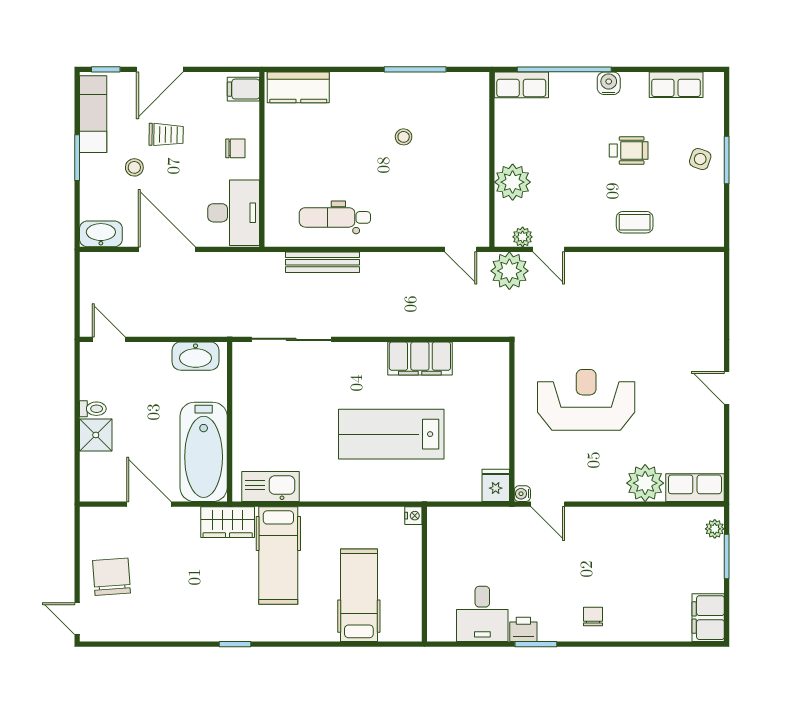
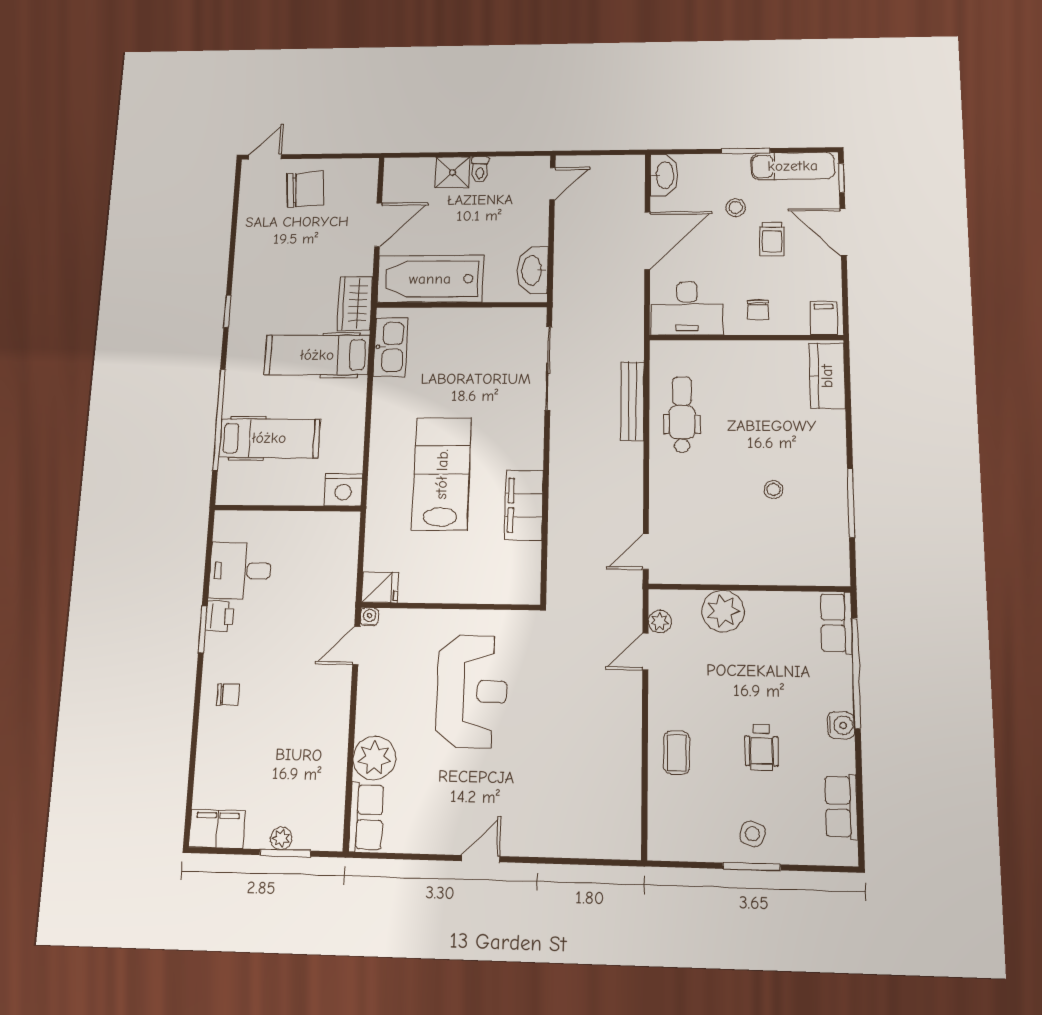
plant: (509, 271) -> (621, 606), removed
nightstand: (413, 516) -> (343, 490), width x1.89, depth x1.79
plant: (715, 529) -> (281, 838), moved
window: (341, 644) -> (219, 419), added

